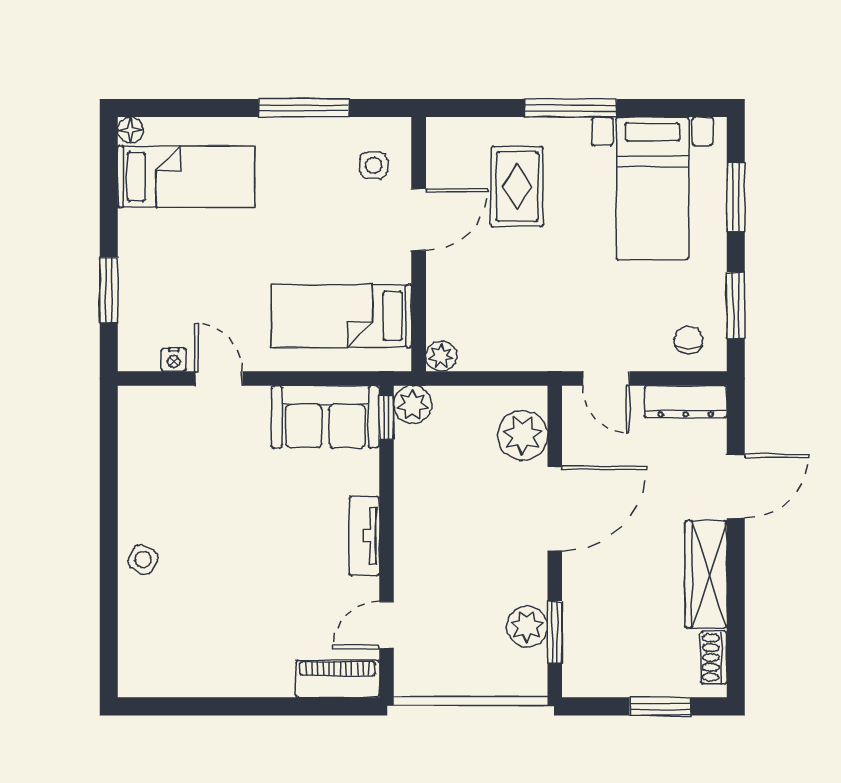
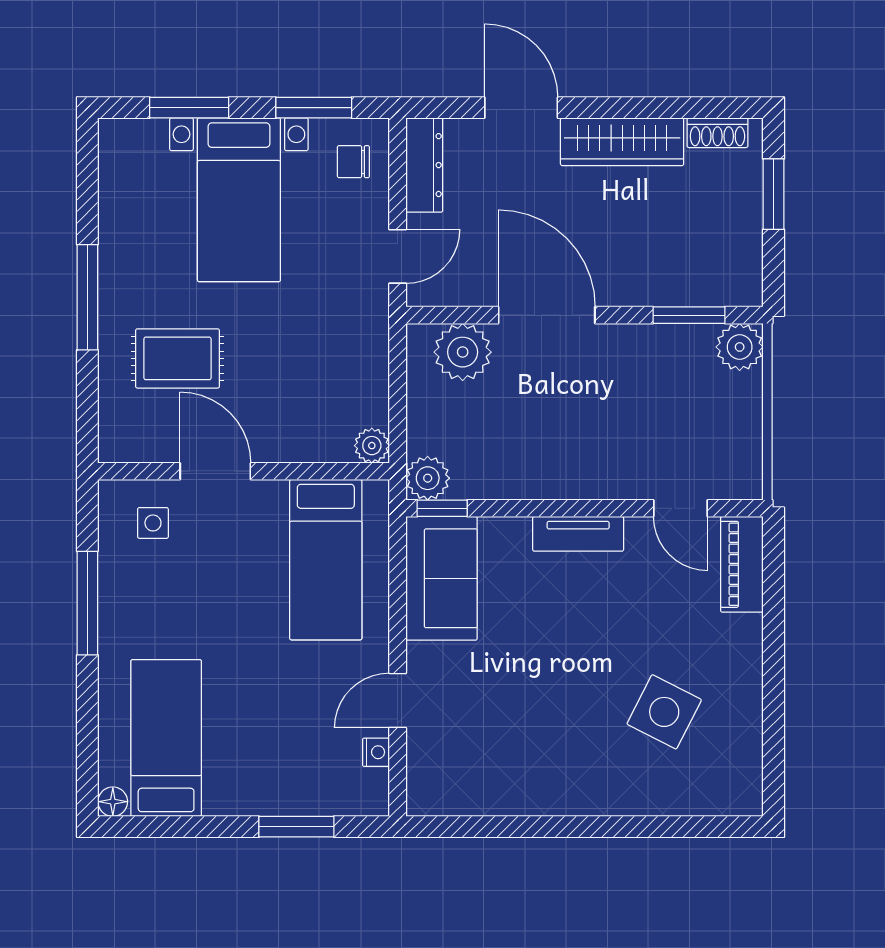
bed with nightstands: (652, 188) -> (239, 200), moved, turned 90
side table: (143, 560) -> (664, 712), moved, width x1.87, depth x1.87
plant: (527, 627) -> (740, 347), moved

